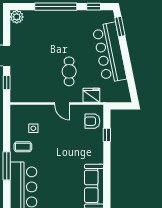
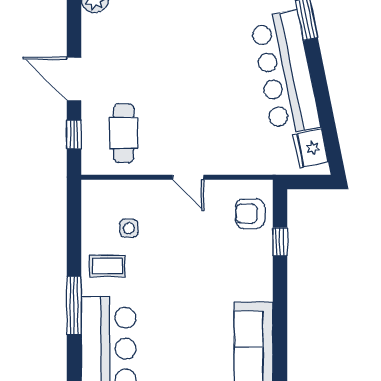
cafe table: (69, 71) -> (124, 133), moved
fridge: (91, 95) -> (311, 148), moved, turned -101

